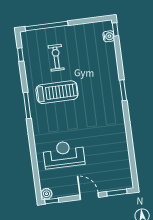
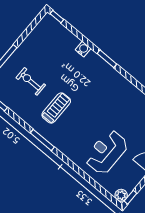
water cooler: (109, 36) -> (83, 49), moved
treadmill: (57, 92) -> (56, 108), width x0.73, depth x0.73

